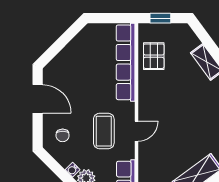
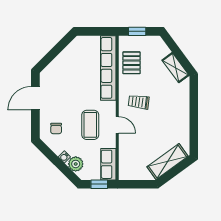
door: (38, 99) -> (35, 98), swing flipped
trolley: (162, 103) -> (139, 102), added
door: (137, 131) -> (117, 125), hinge flipped

